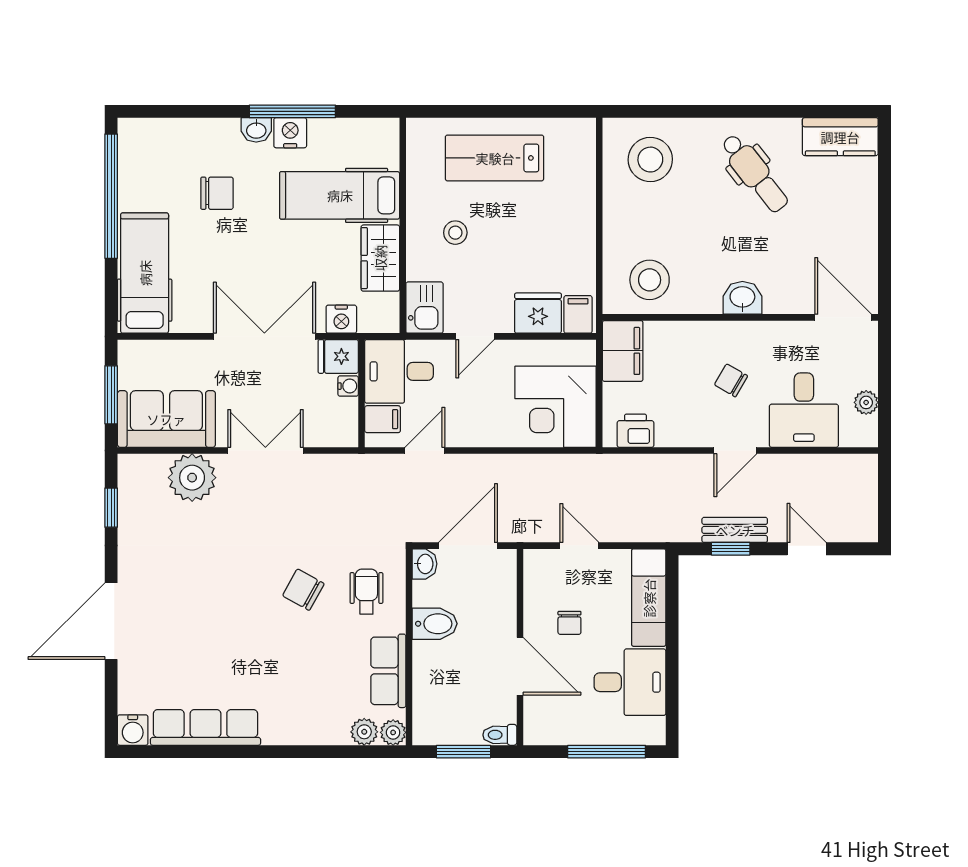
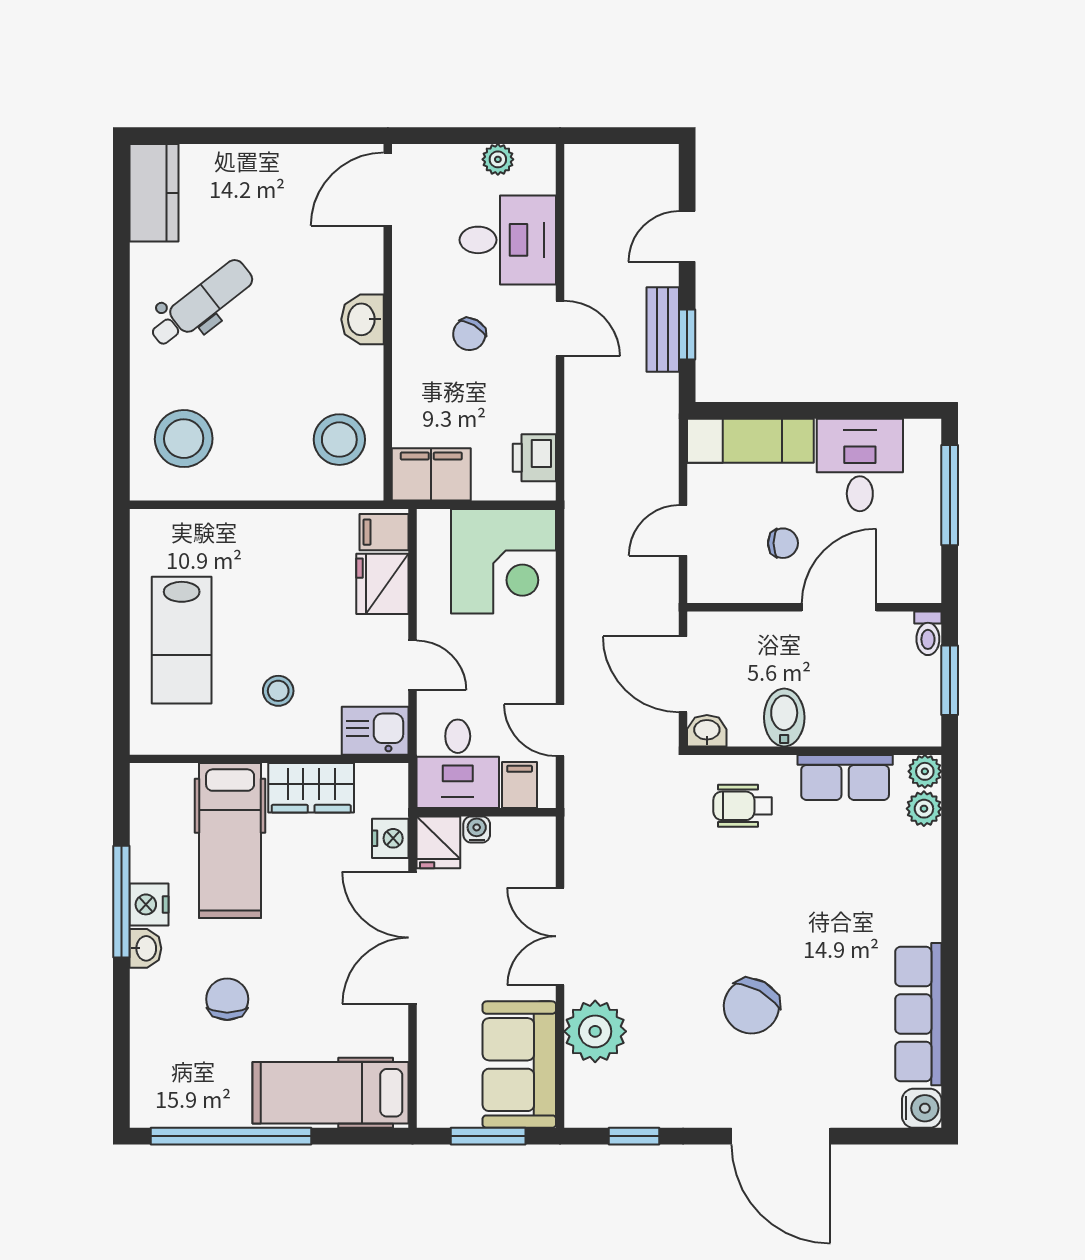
chair: (303, 590) -> (751, 1006), moved, width x1.37, depth x1.37

